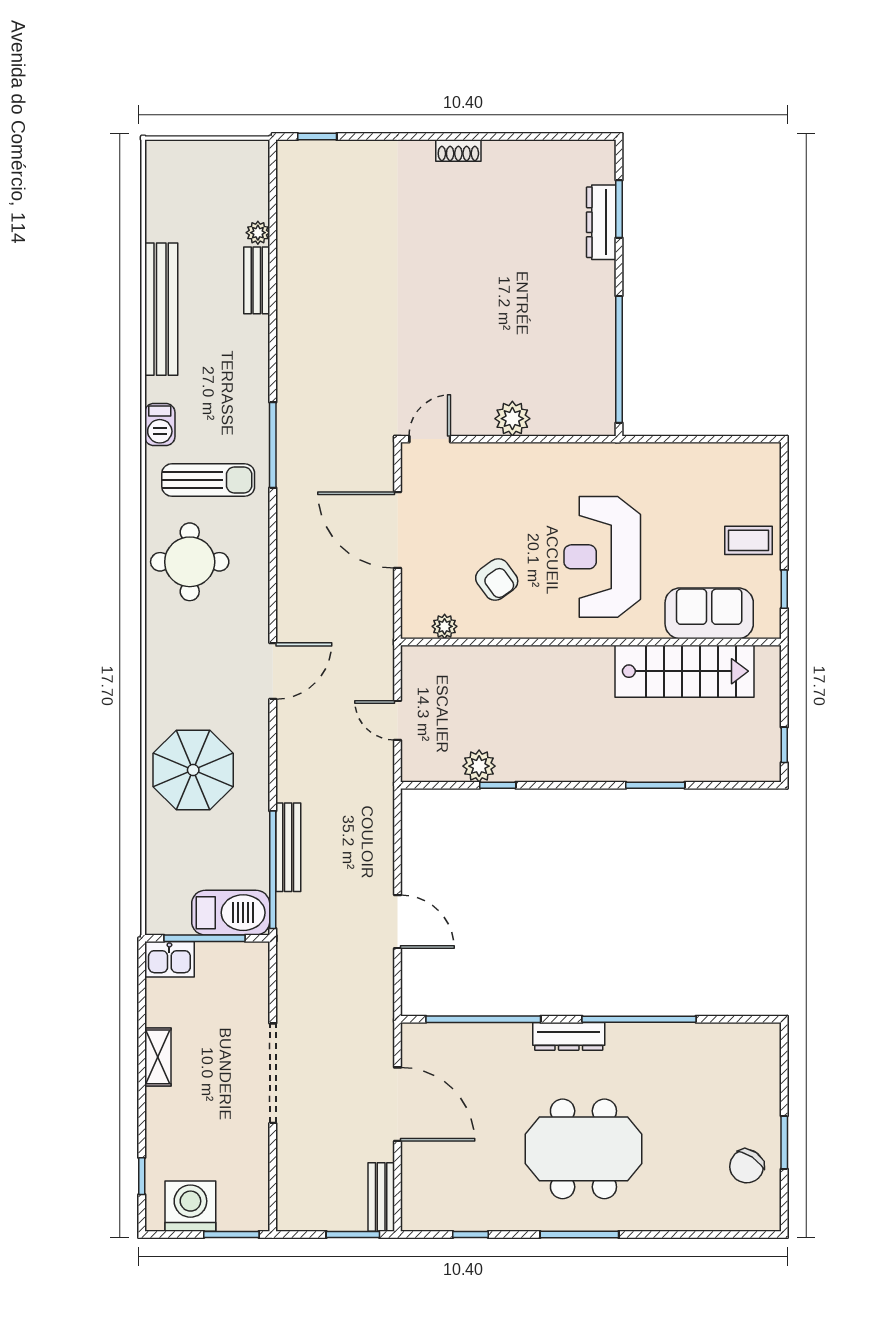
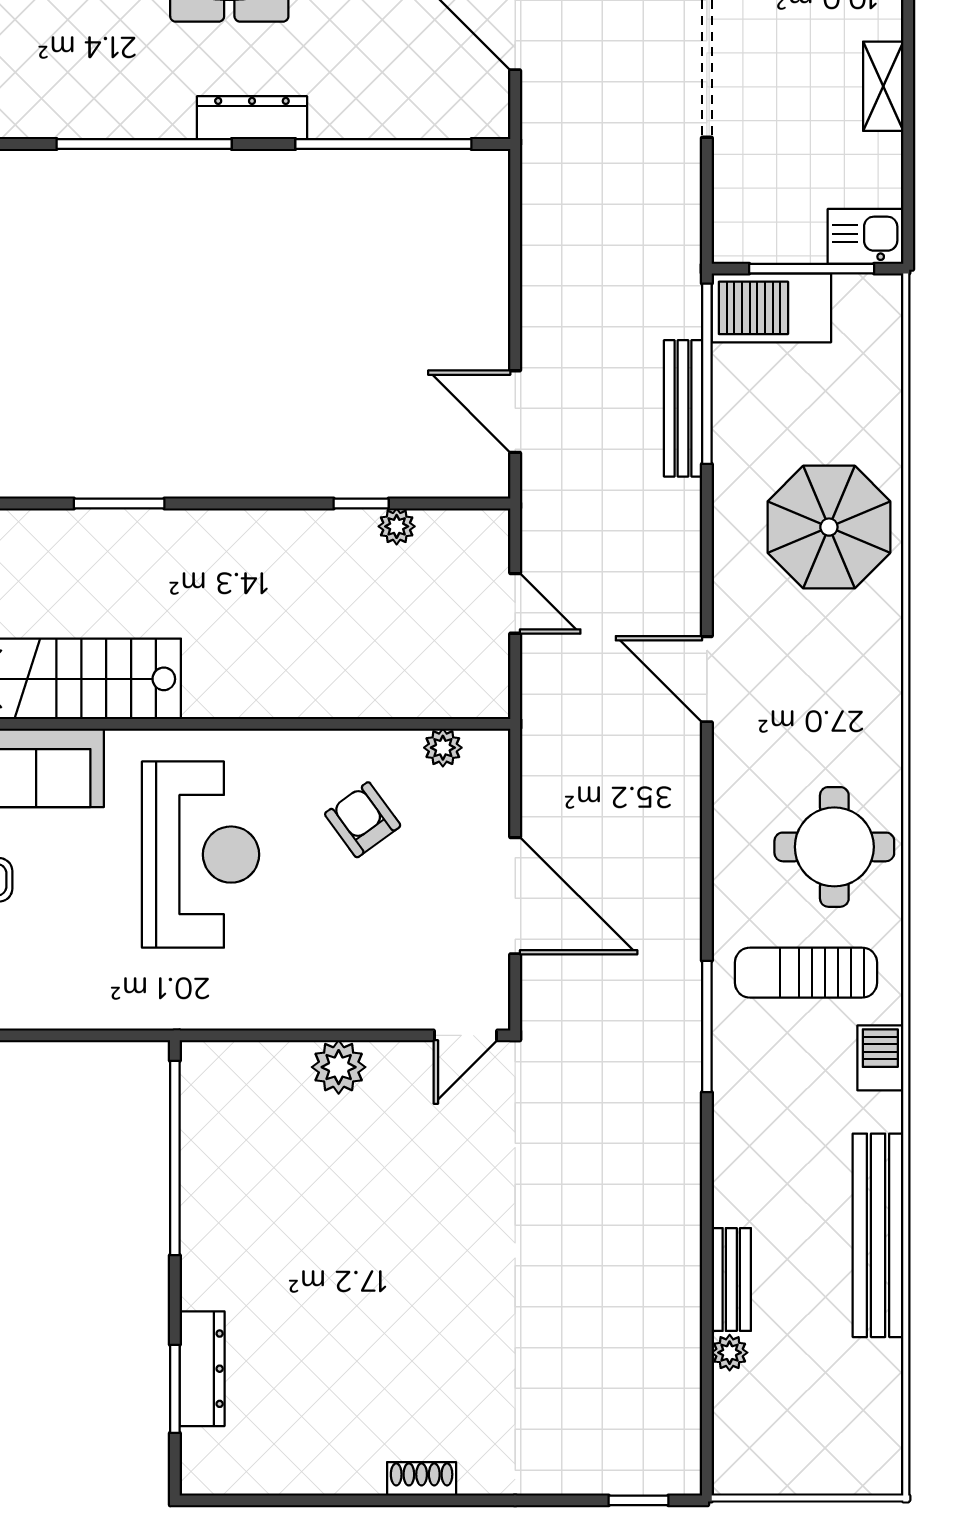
door: (273, 671) -> (707, 679), hinge flipped
plant: (479, 766) -> (397, 526), width x0.73, depth x0.73
door: (397, 922) -> (515, 412), moved

